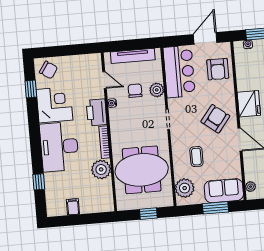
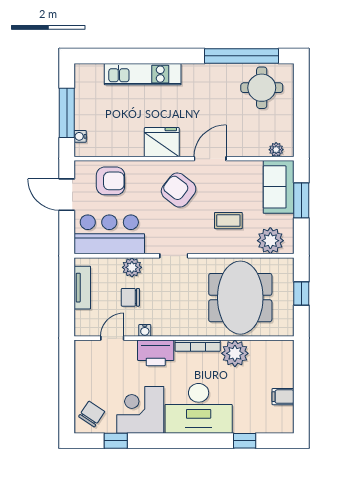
tv unit: (133, 56) -> (82, 288), width x0.71

